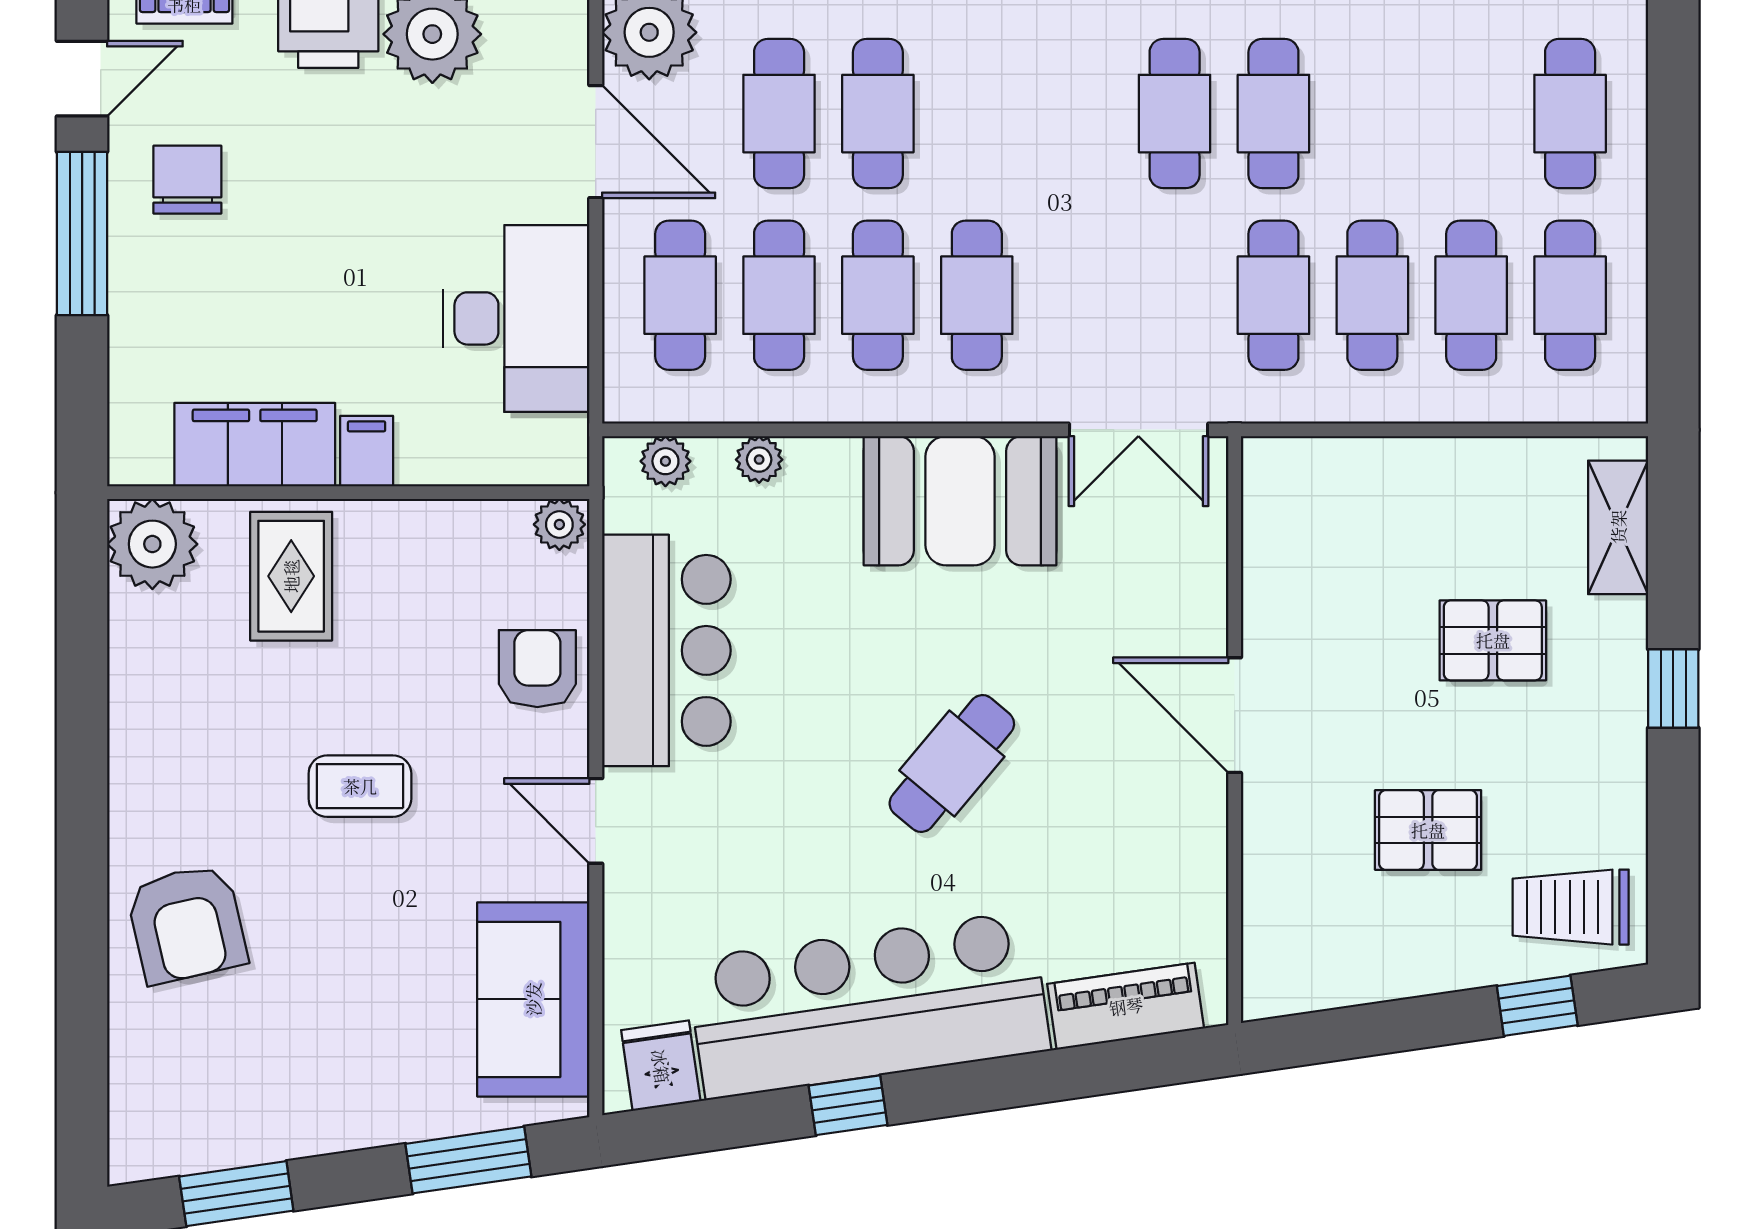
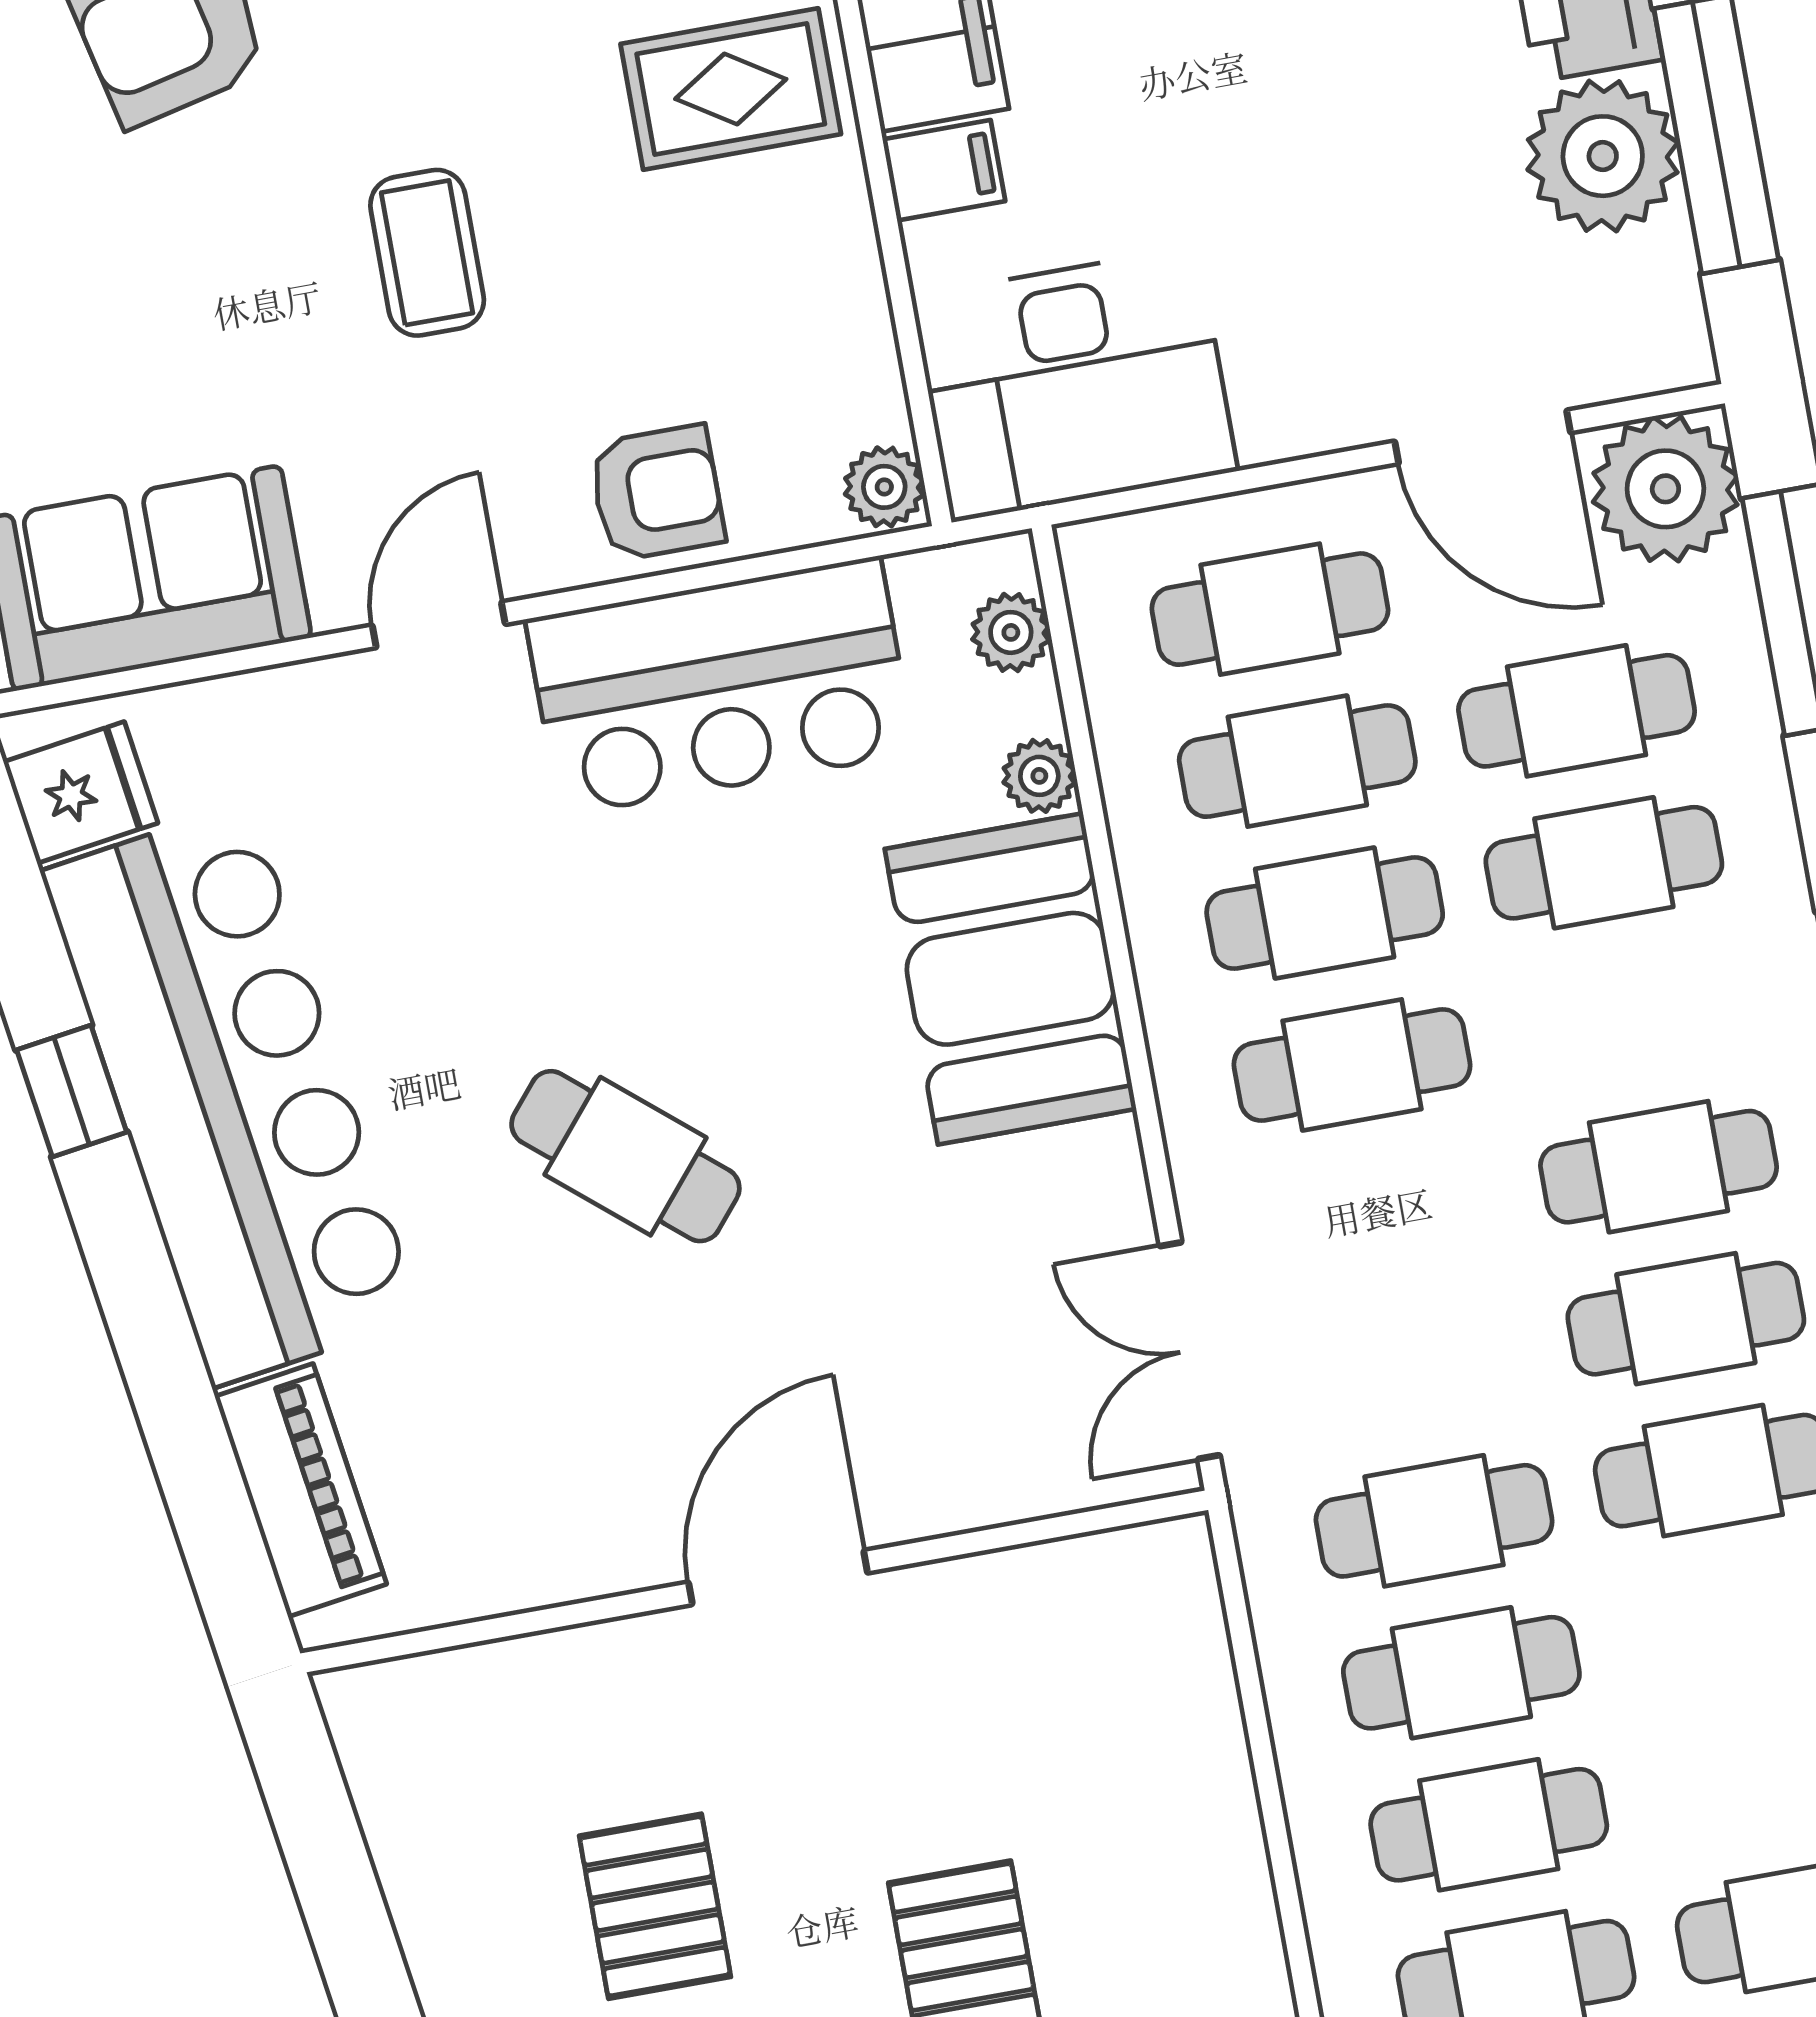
cafe table: (1076, 114) -> (1659, 1167), added
door: (596, 142) -> (1483, 437), hinge flipped
desk: (516, 318) -> (1075, 384), moved
booth: (960, 501) -> (1010, 979), moved

